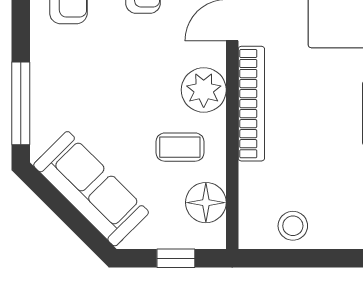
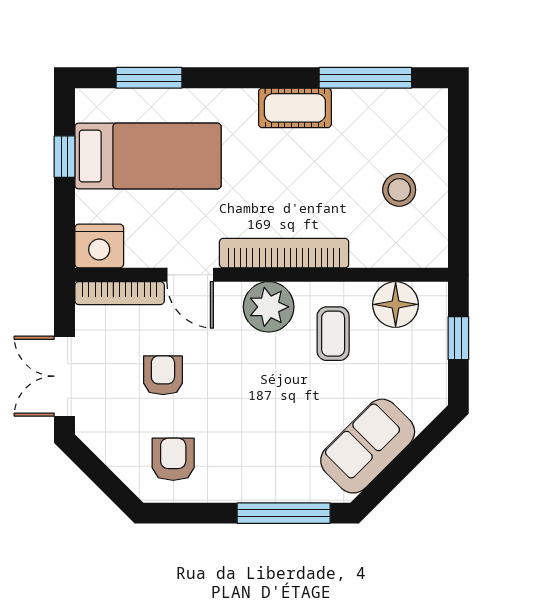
sofa: (91, 189) -> (368, 446), width x0.73
stool: (293, 226) -> (399, 190), moved

